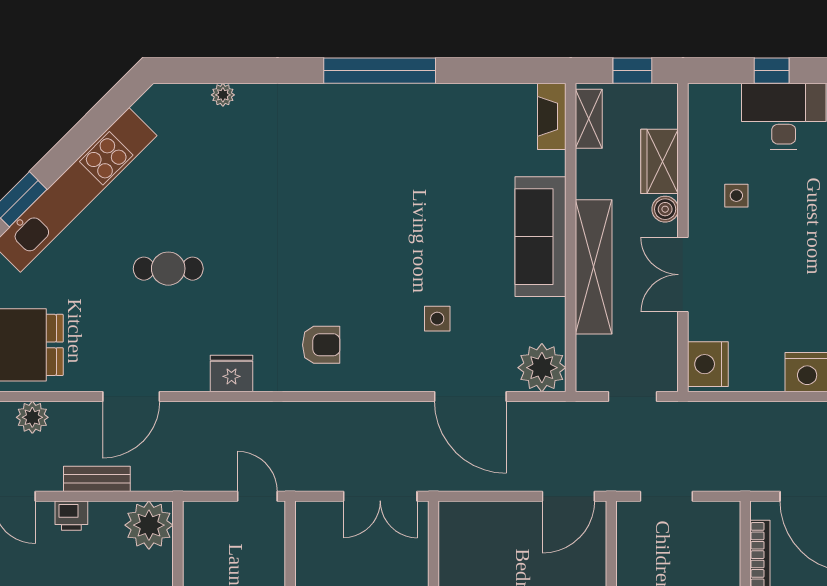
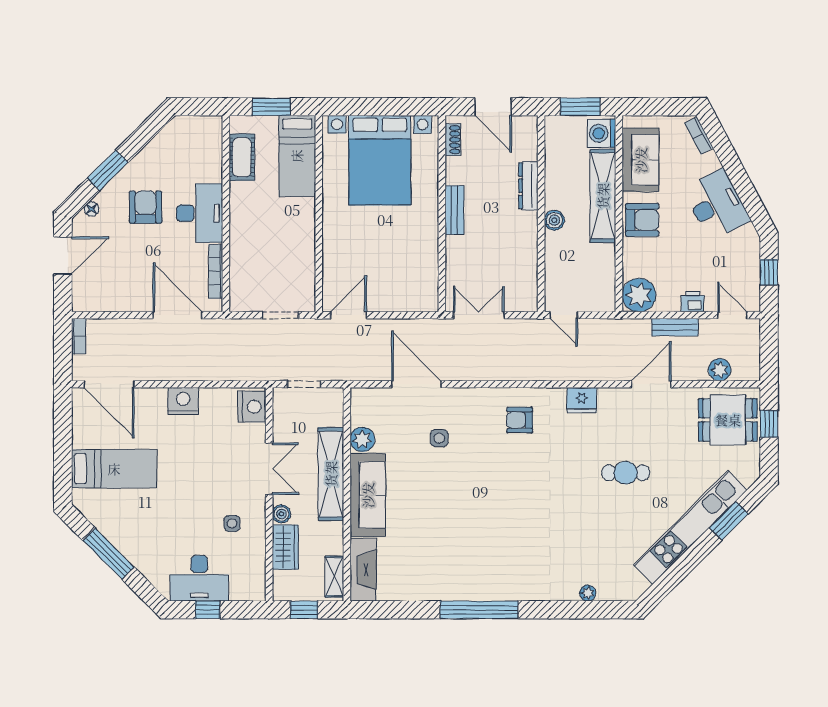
fireplace: (552, 116) -> (363, 570), width x1.37, depth x1.32
plant: (542, 368) -> (362, 439), moved, width x0.73, depth x0.73

